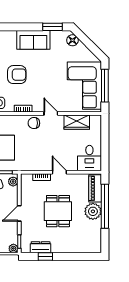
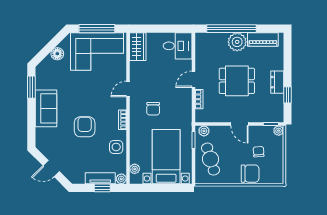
floor lamp: (72, 40) -> (57, 54), moved
wardrobe: (77, 122) -> (138, 47), moved
chair: (34, 123) -> (153, 109), moved
piano: (95, 188) -> (263, 39), moved
dresser: (41, 247) -> (277, 82), moved

